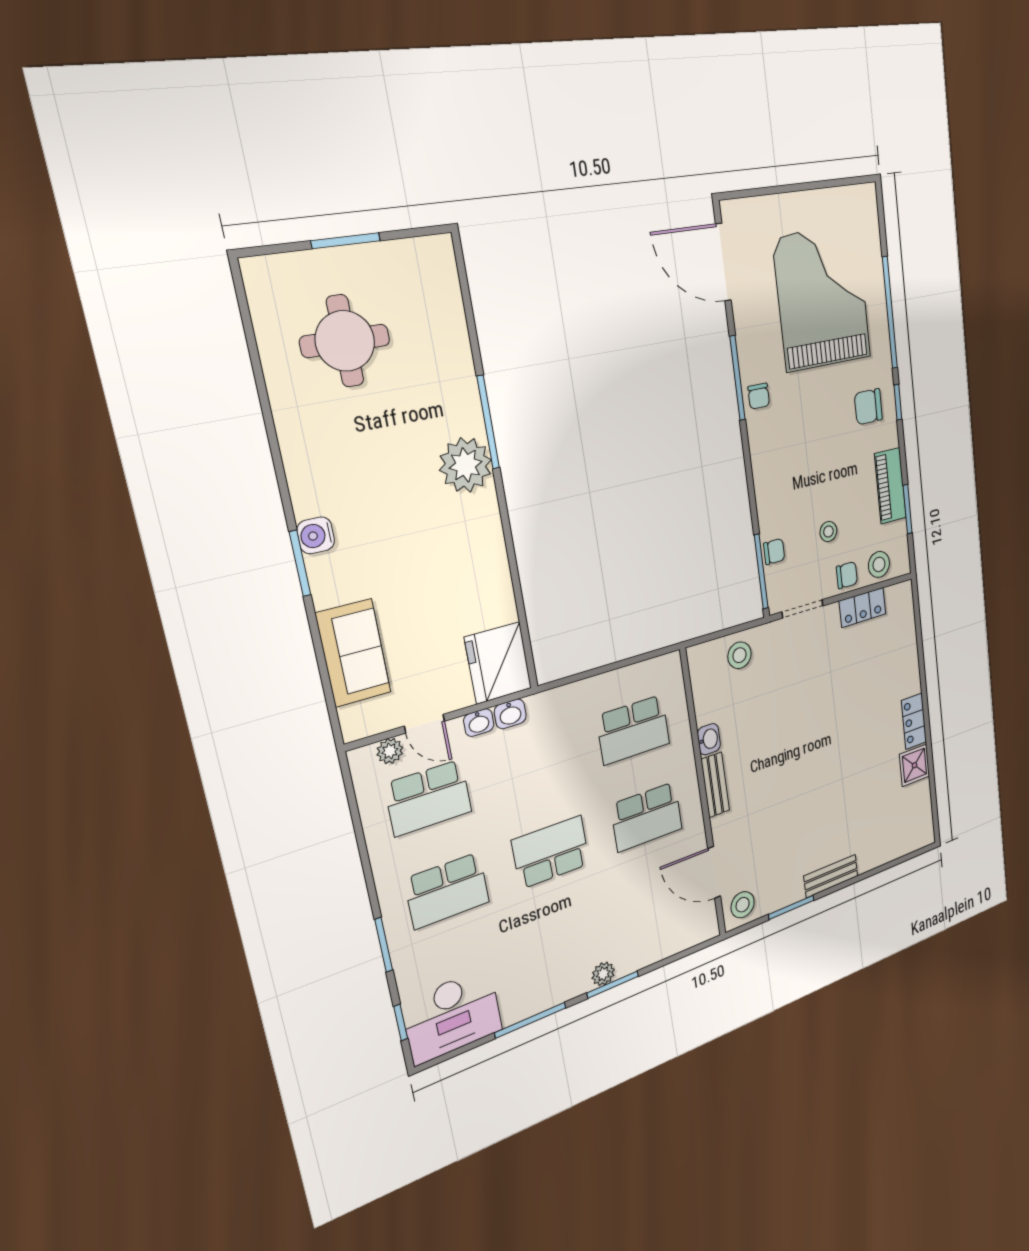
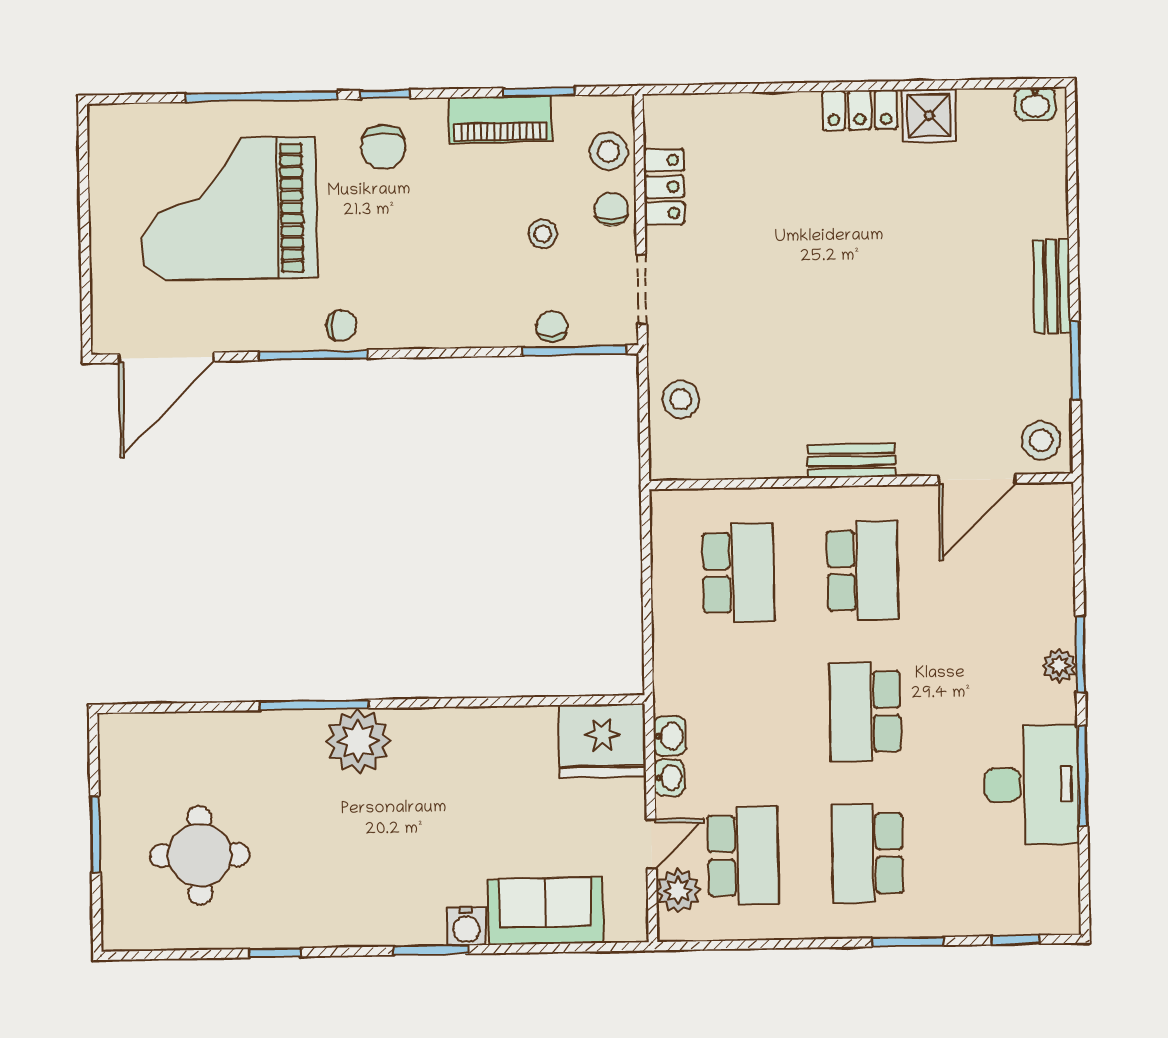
window: (269, 424) -> (275, 953), added
water cooler: (316, 535) -> (466, 926), moved
washbasin: (709, 739) -> (1035, 104), moved, turned 180
plant: (390, 751) -> (678, 891), width x1.38, depth x1.38
school desk: (447, 891) -> (868, 853), turned 180
desk: (452, 1016) -> (1032, 785), moved

